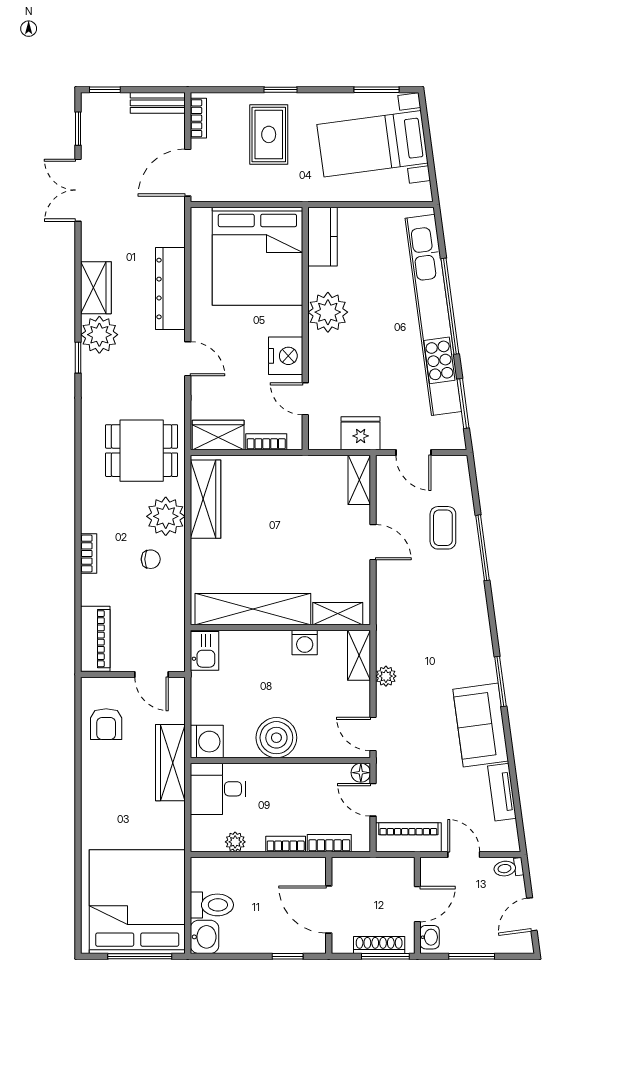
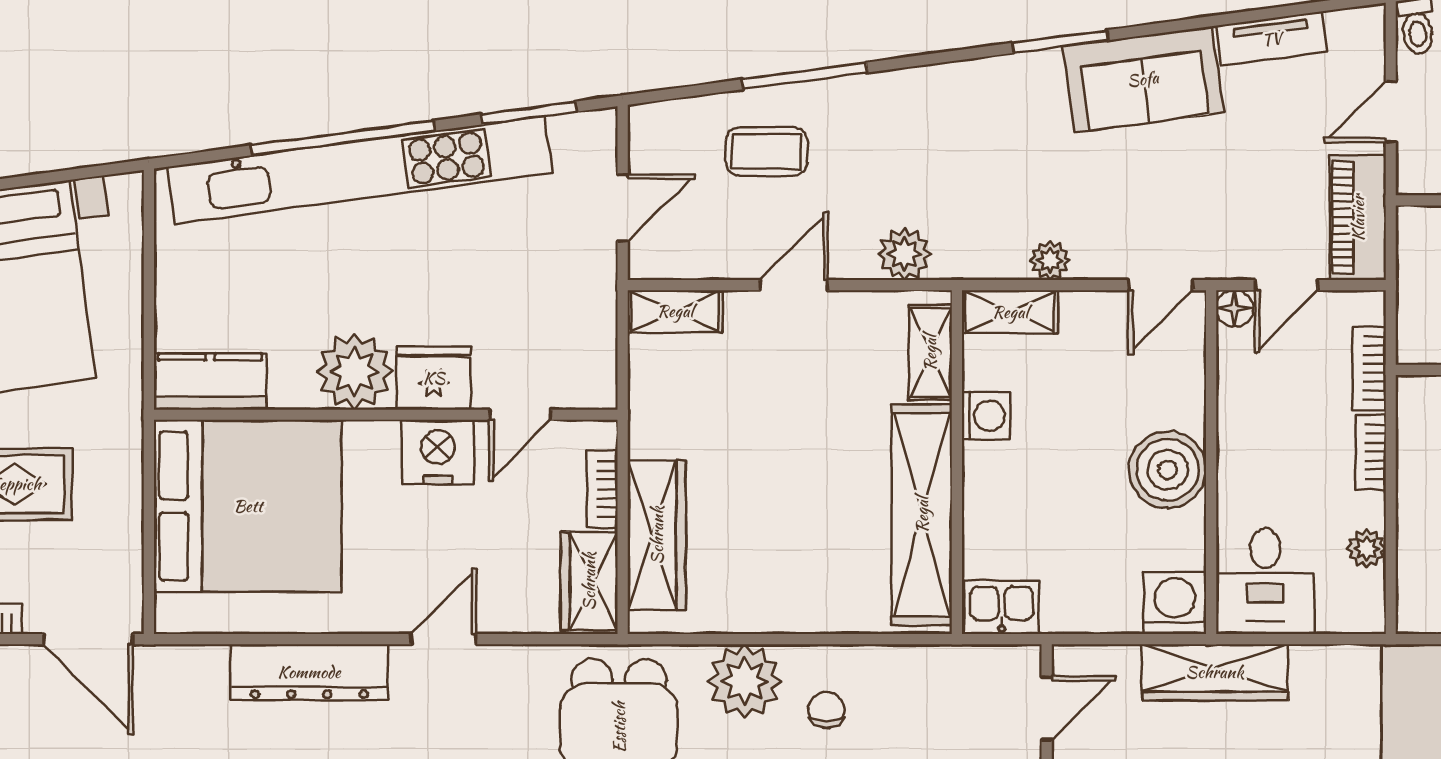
fridge: (361, 433) -> (434, 378), moved, turned 90
wardrobe: (205, 499) -> (657, 535), moved, turned 90
plant: (389, 600) -> (904, 254), added

